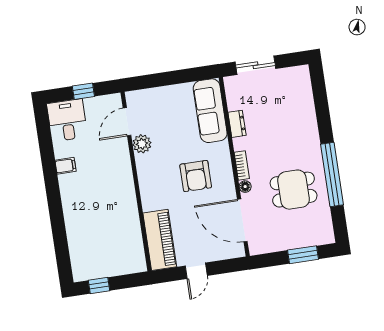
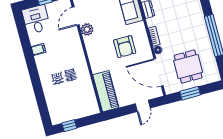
dining table: (294, 190) -> (188, 66), moved, turned 90
window: (303, 255) -> (190, 93), moved
door: (196, 271) -> (143, 106), moved

